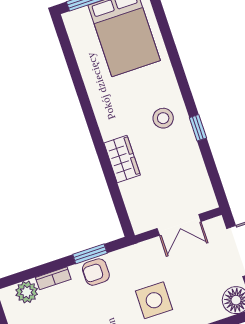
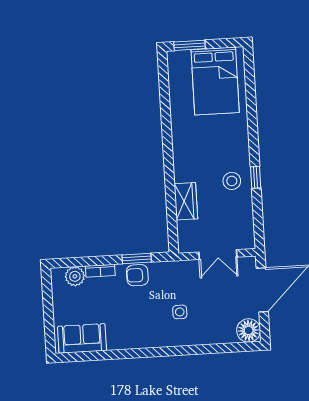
stool: (163, 118) -> (232, 181), moved
wardrobe: (122, 159) -> (186, 201), moved
side table: (154, 300) -> (180, 312), width x0.54, depth x0.54

